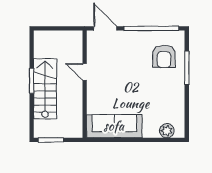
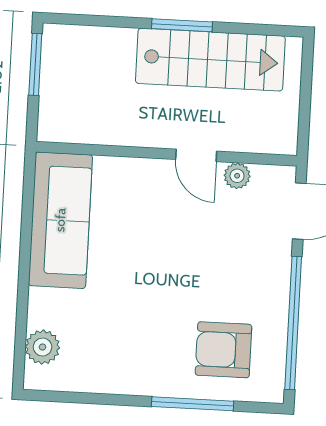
plant: (92, 55) -> (237, 176), added
door: (85, 72) -> (196, 155), swing flipped
stairs: (45, 89) -> (210, 60), moved

